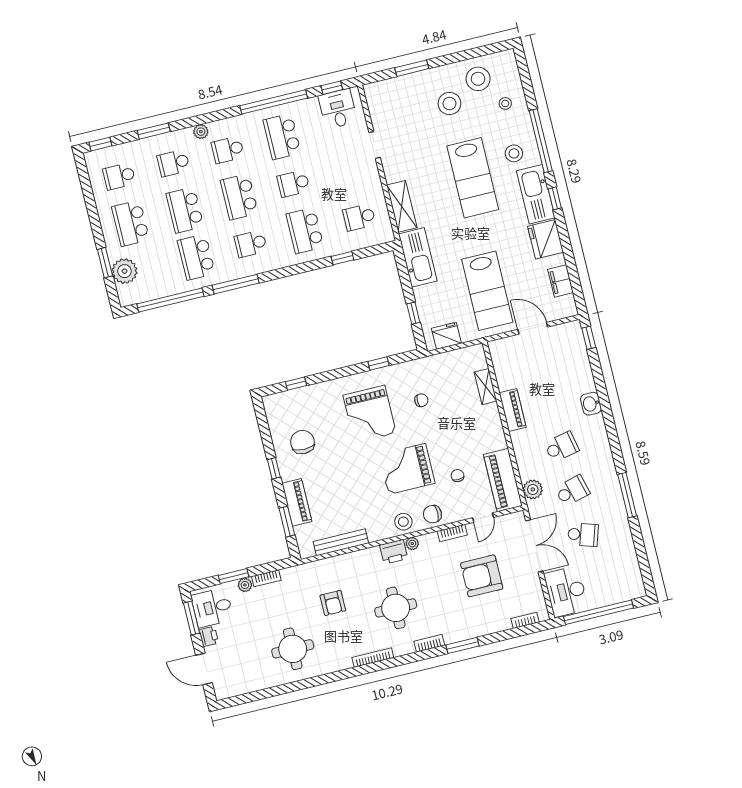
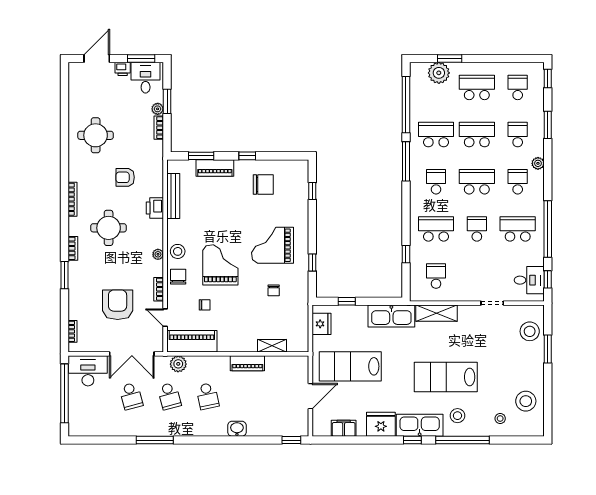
stool: (449, 104) -> (530, 331), moved
school desk: (583, 535) -> (131, 396), turned -33
printer: (394, 552) -> (155, 208), moved

